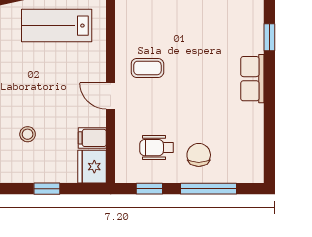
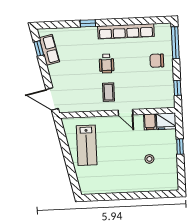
row of seats: (252, 79) -> (126, 31), width x2.02
door: (111, 96) -> (125, 112), hinge flipped
wheelchair: (157, 148) -> (107, 63), moved
window: (208, 189) -> (175, 43), moved

